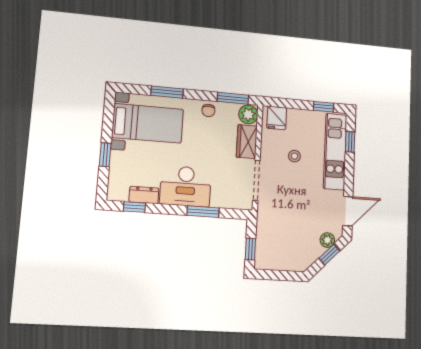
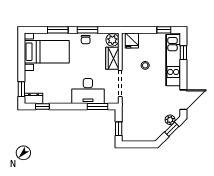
window: (233, 98) -> (87, 30), moved
window: (105, 155) -> (21, 89), moved
desk: (186, 186) -> (88, 91), moved
dresser: (144, 195) -> (34, 98), moved
window: (203, 212) -> (98, 106), moved

